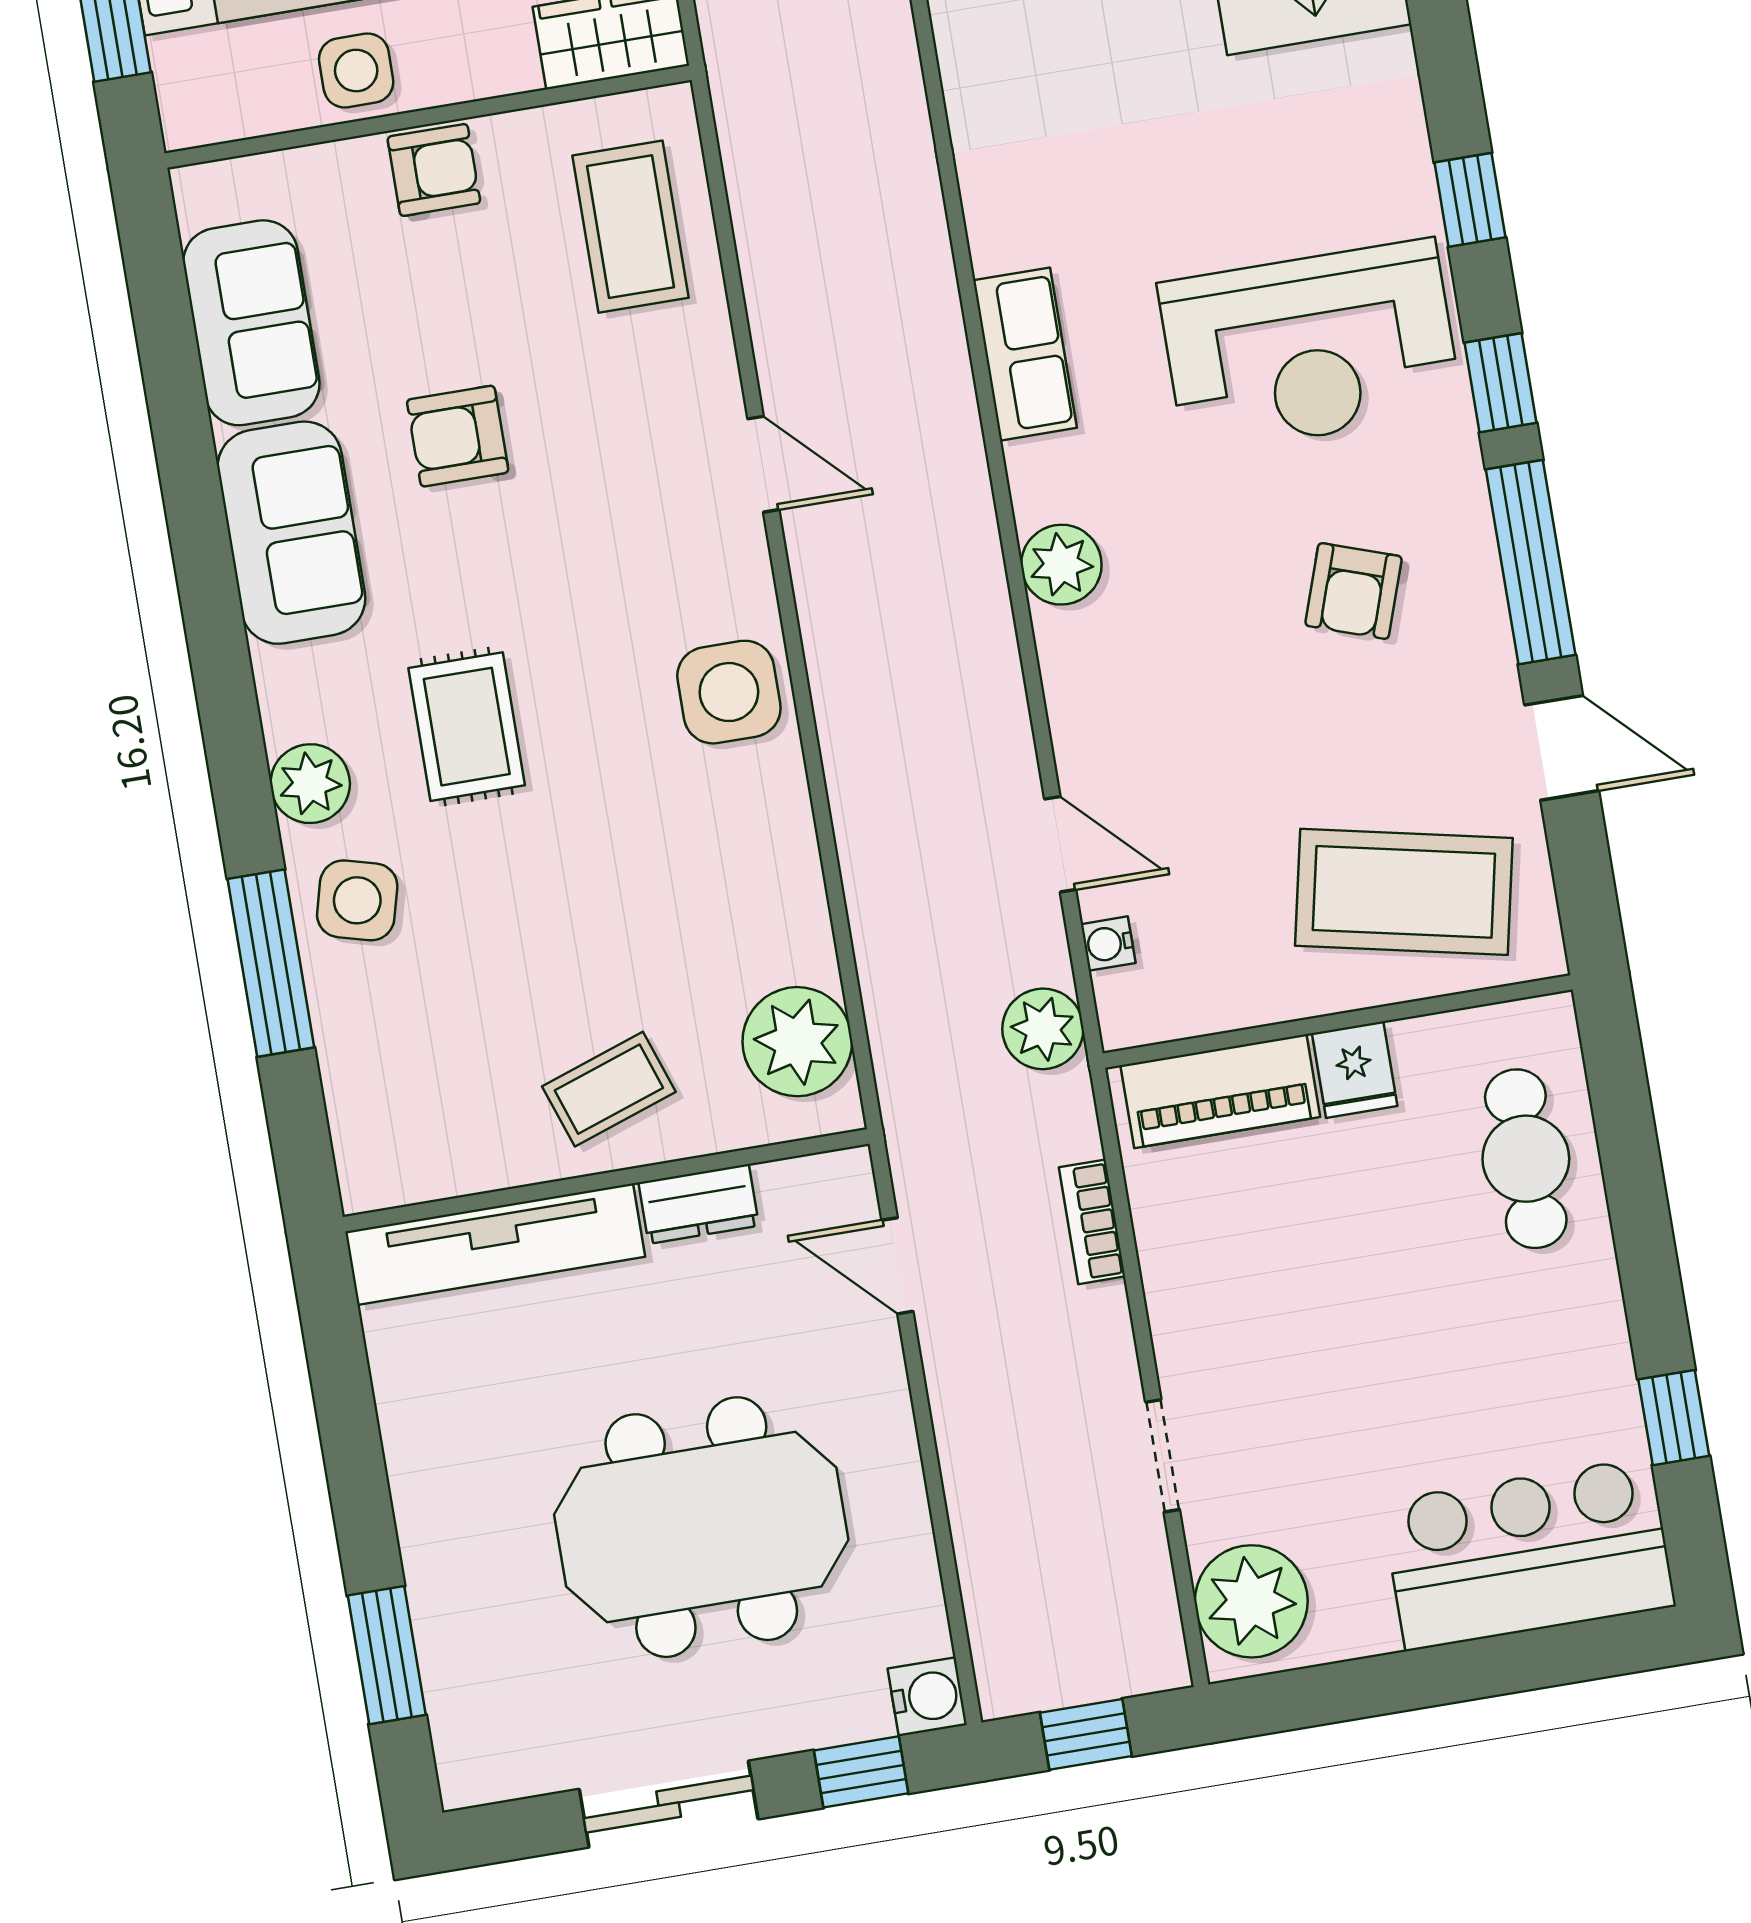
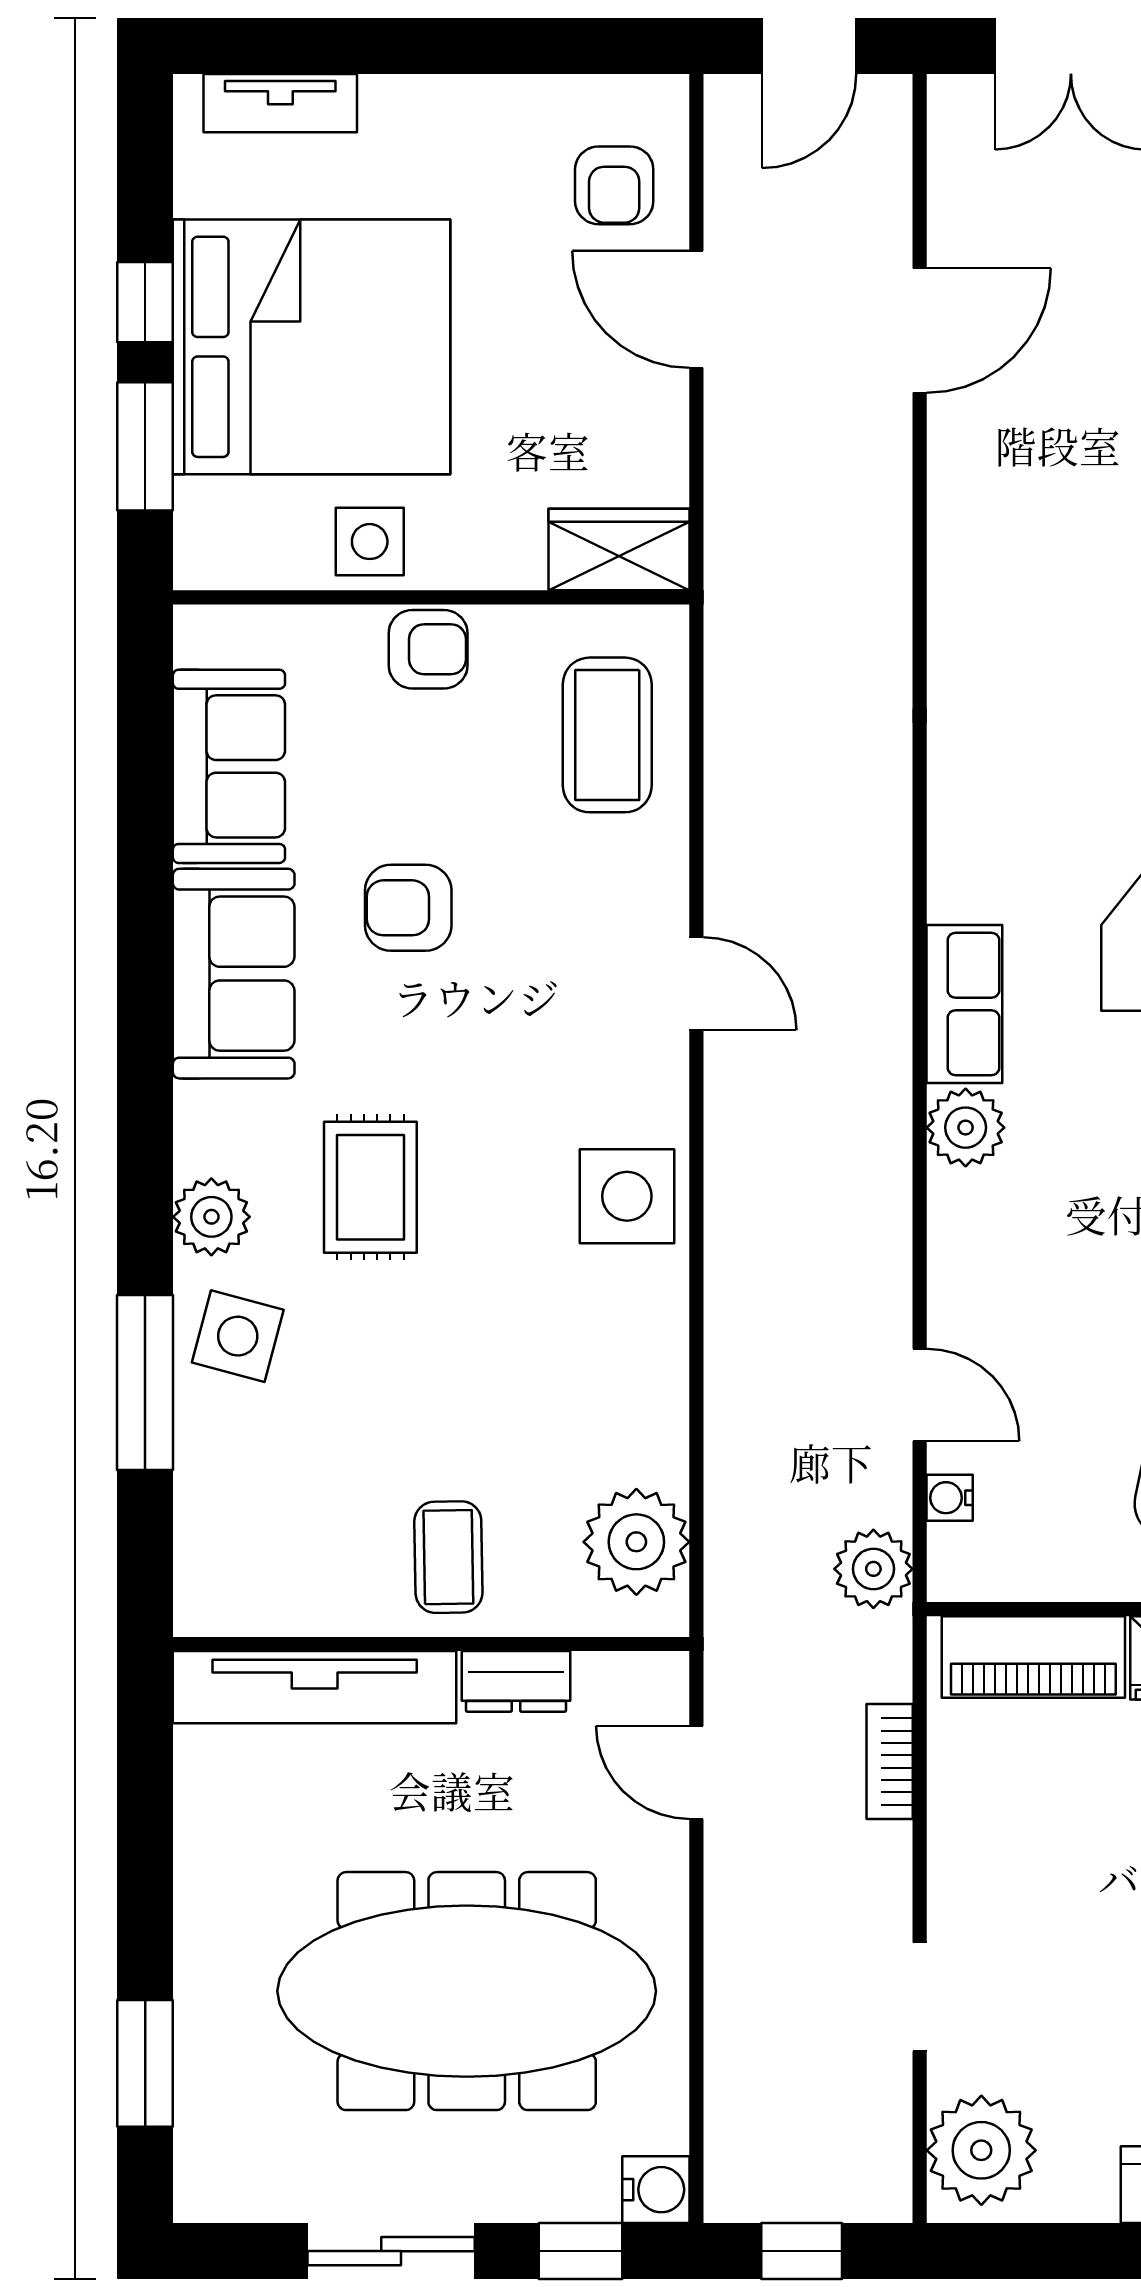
row of seats: (1025, 354) -> (964, 1004), moved
coffee table: (609, 1089) -> (448, 1557), turned -72
meeting table: (701, 1527) -> (467, 1991), width x1.36

